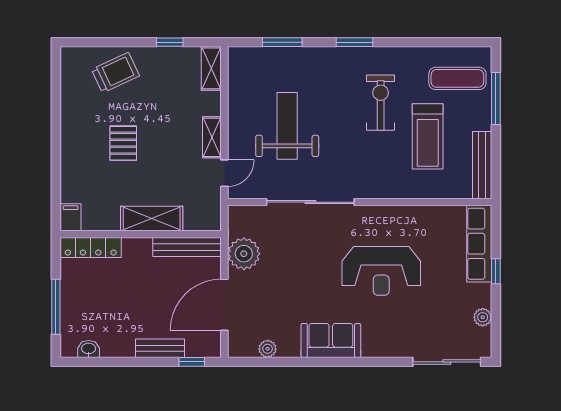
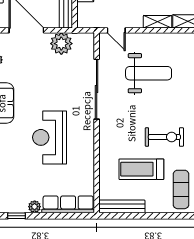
window: (496, 98) -> (167, 216), removed
shelving: (212, 137) -> (158, 22), moved
window: (496, 271) -> (16, 216), moved
plant: (483, 317) -> (35, 207), moved

